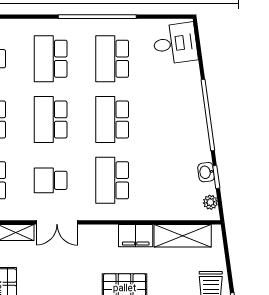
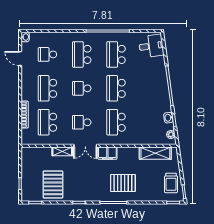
school desk: (51, 120) -> (82, 88), width x0.54
filing cabinet: (136, 236) -> (107, 153), moved

